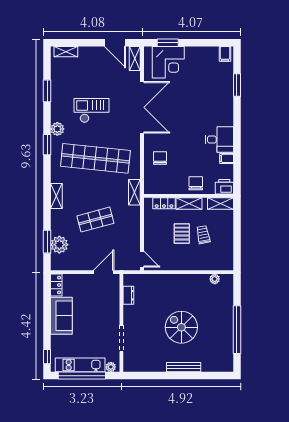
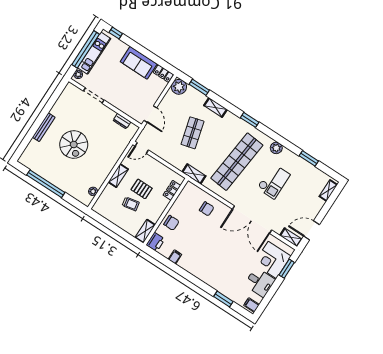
desk: (219, 140) -> (260, 282), moved, turned -90
window: (47, 145) -> (250, 120), moved
shelving: (56, 196) -> (216, 107), moved
shelving: (189, 204) -> (118, 176), moved
plant: (59, 245) -> (179, 87), moved
spiral stairs: (181, 327) -> (74, 144), turned 90

